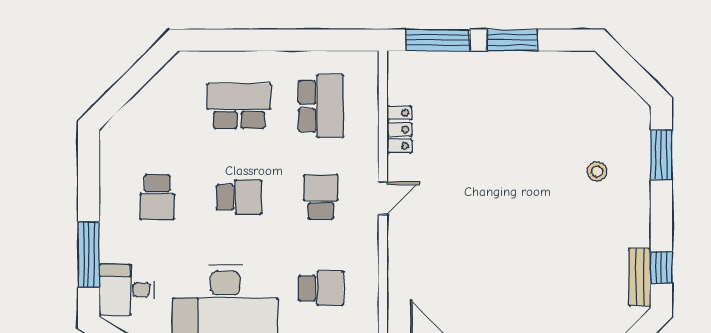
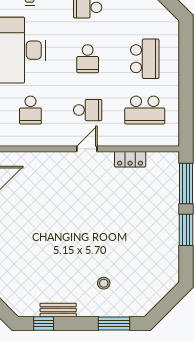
door: (383, 198) -> (87, 149), swing flipped
bench: (640, 277) -> (58, 310), moved

